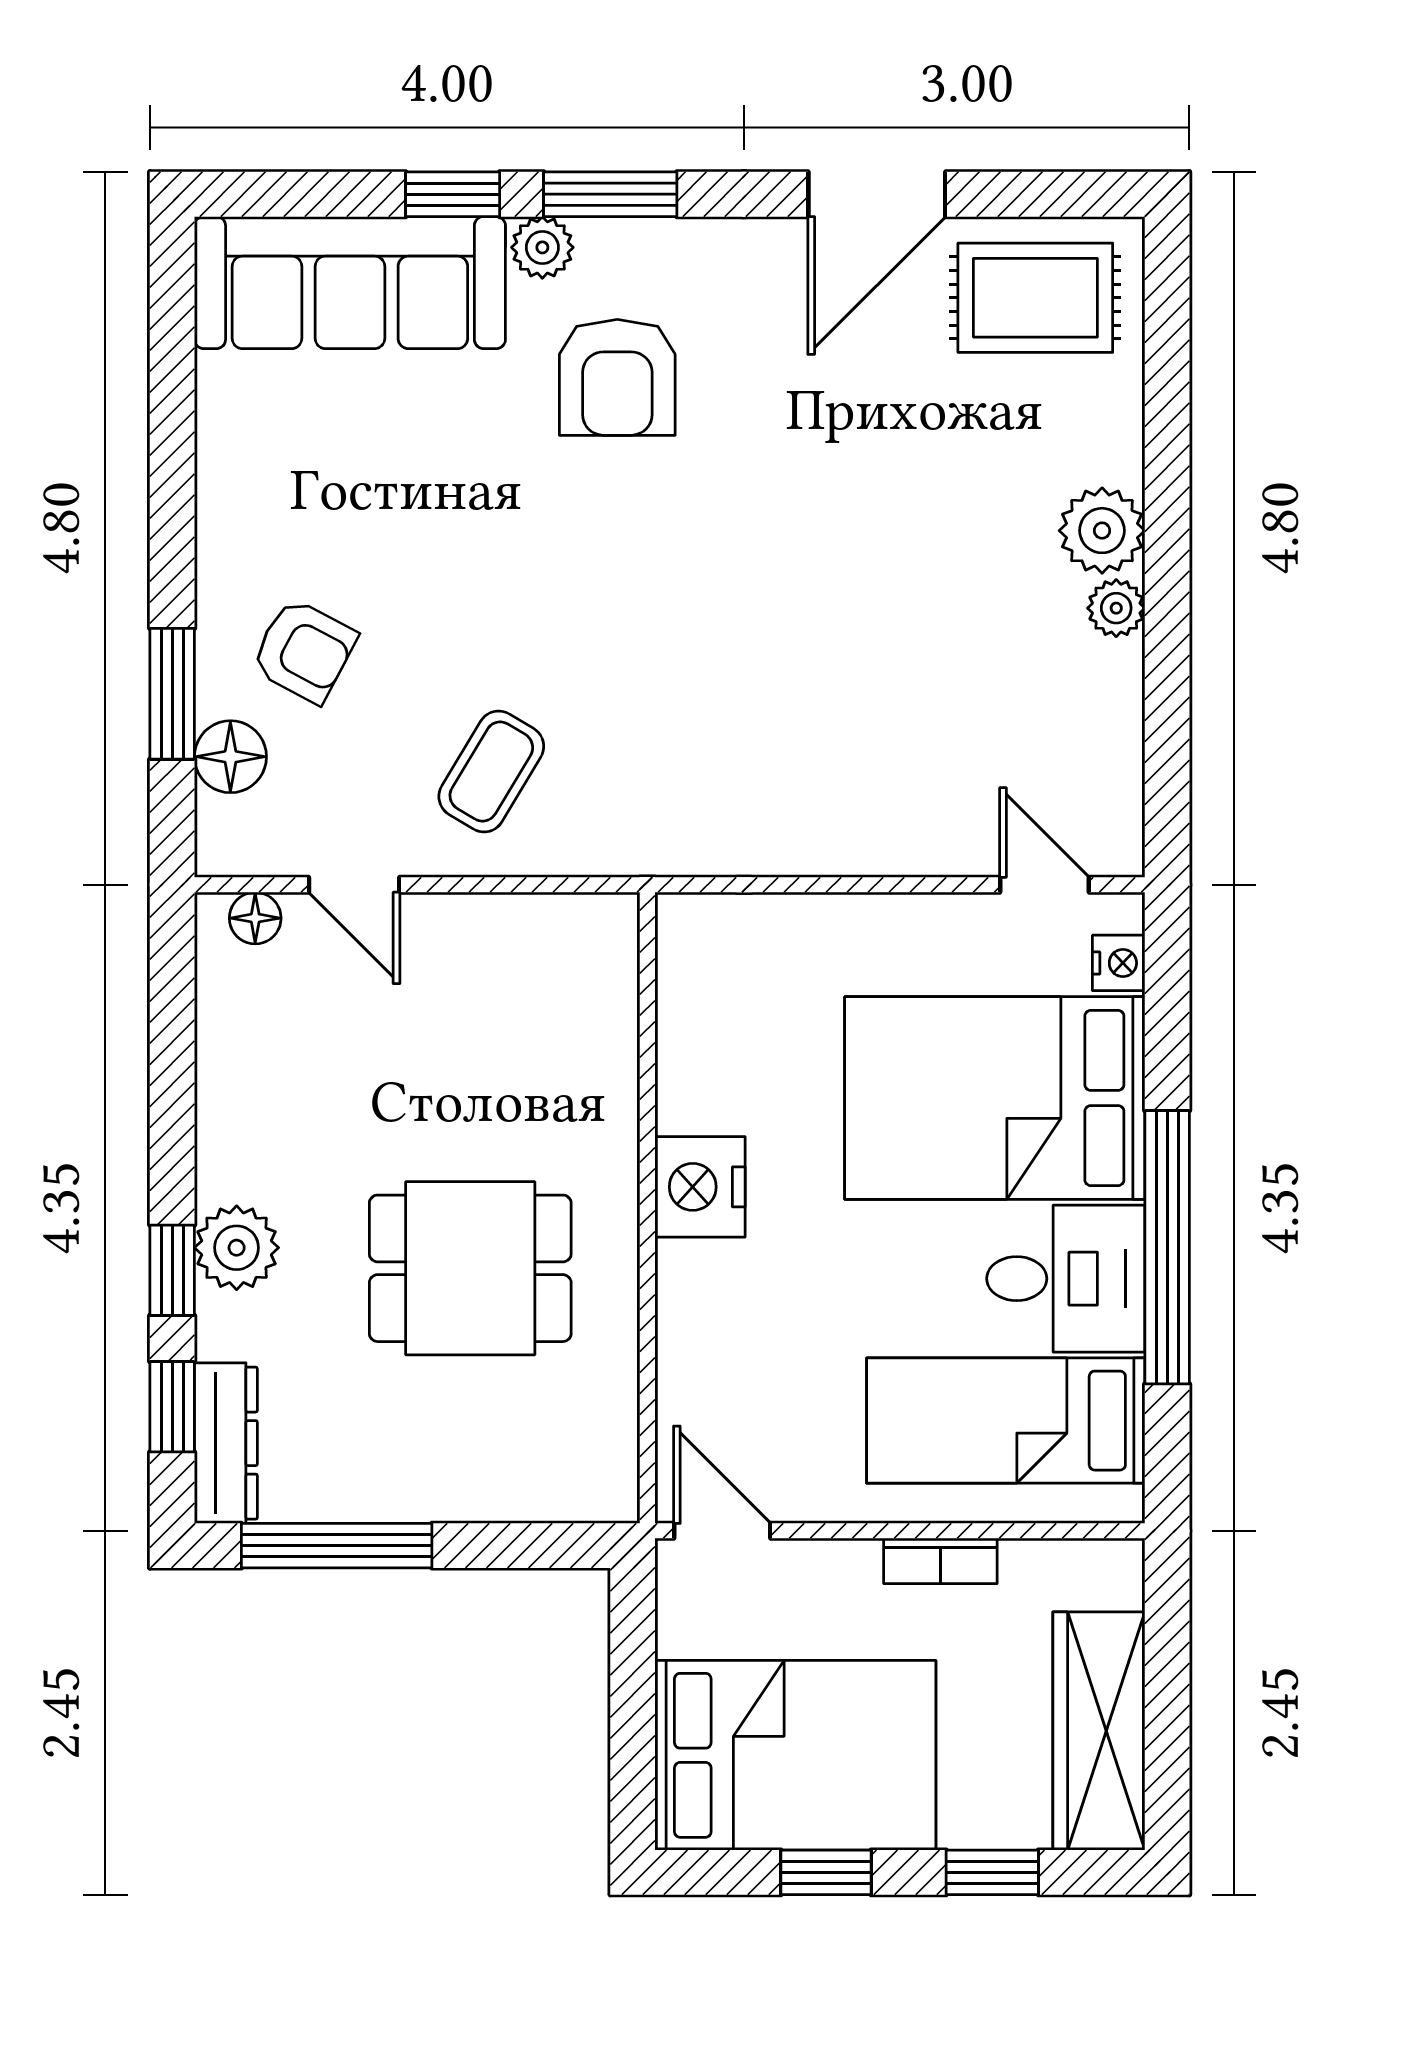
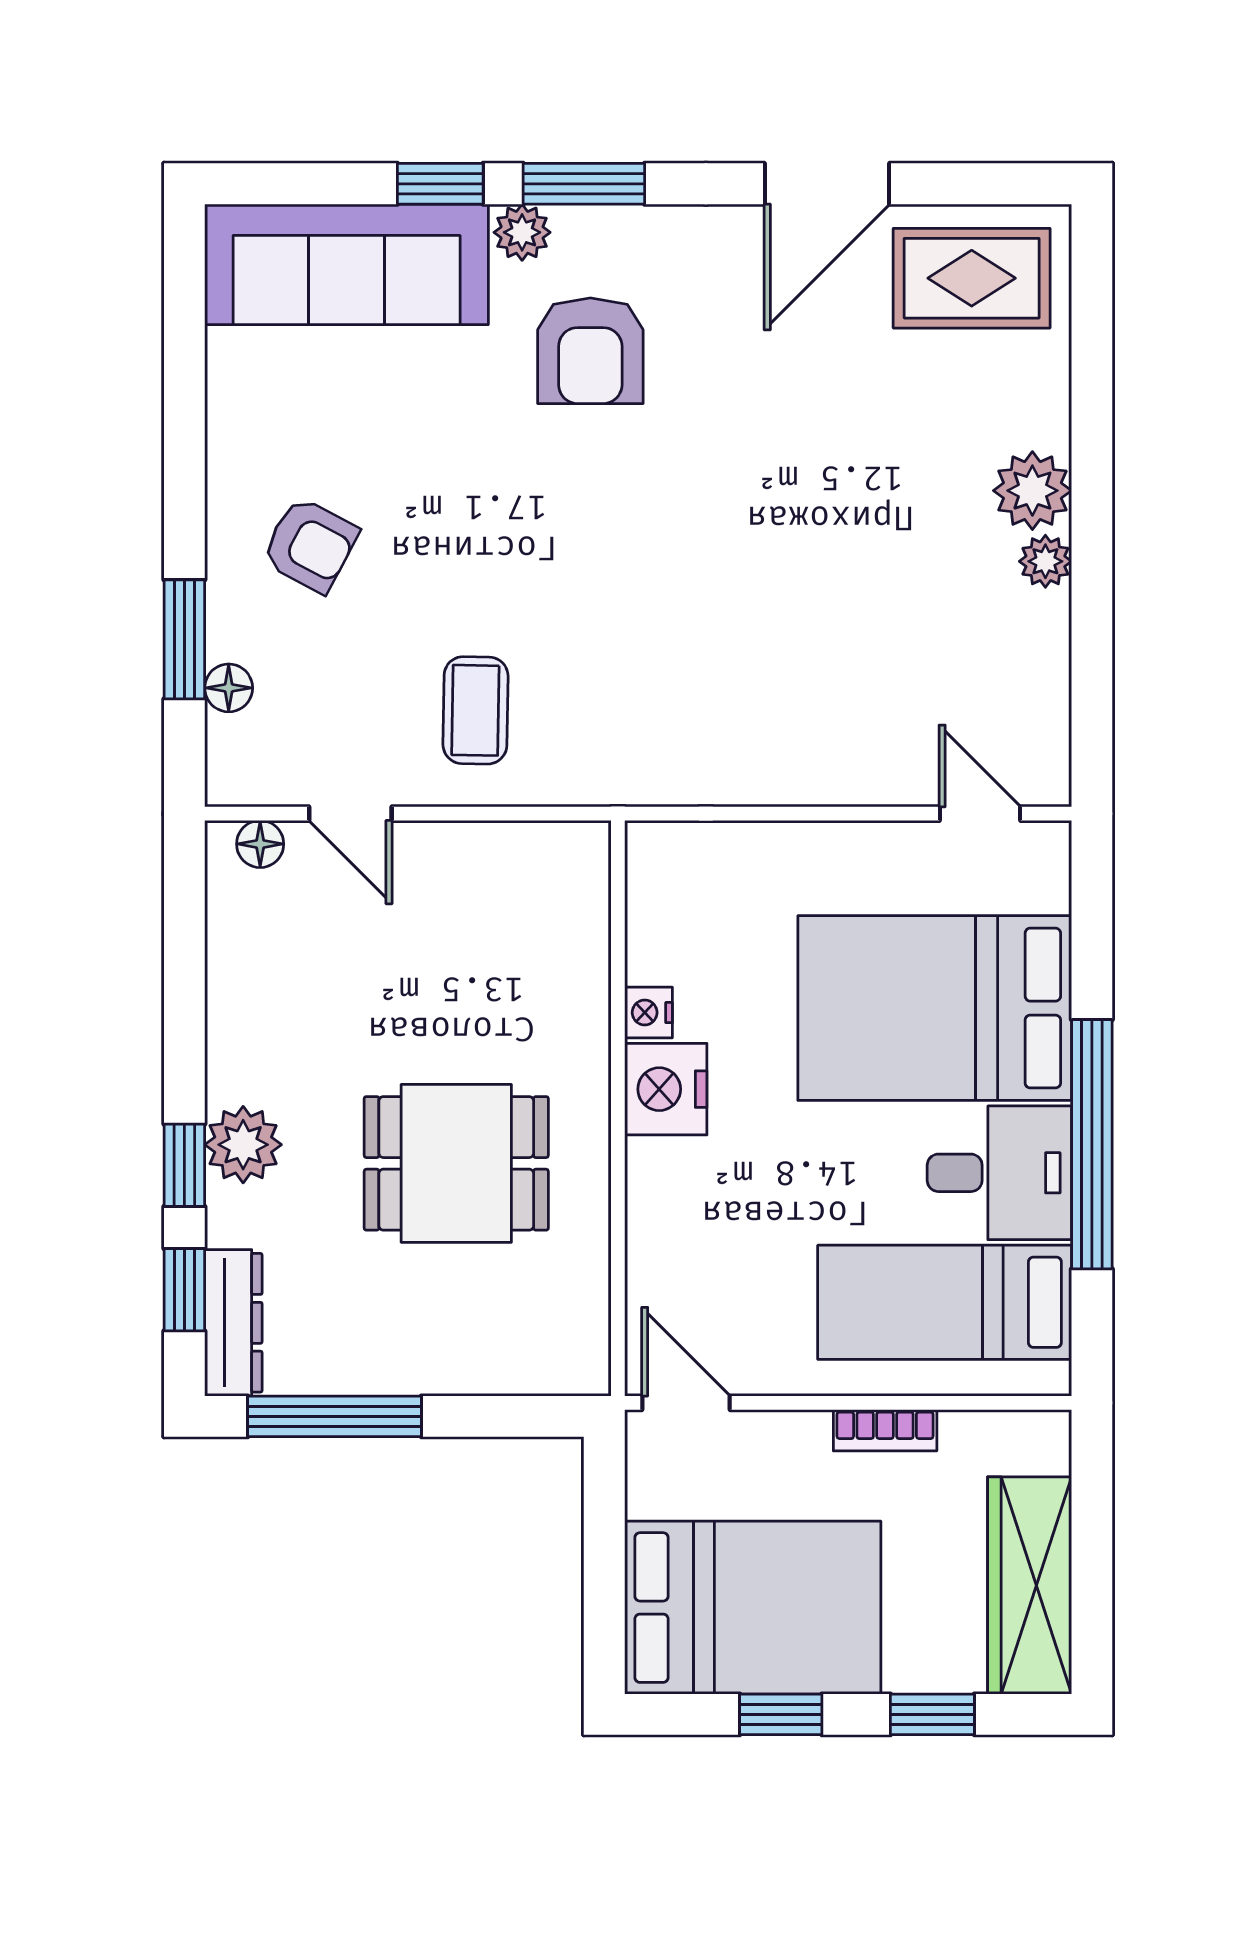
armchair: (304, 651) -> (310, 545), moved
floor lamp: (230, 757) -> (229, 688), width x0.73, depth x0.73
coffee table: (491, 772) -> (475, 710), turned -30
nightstand: (1119, 963) -> (648, 1013), moved, turned 180

